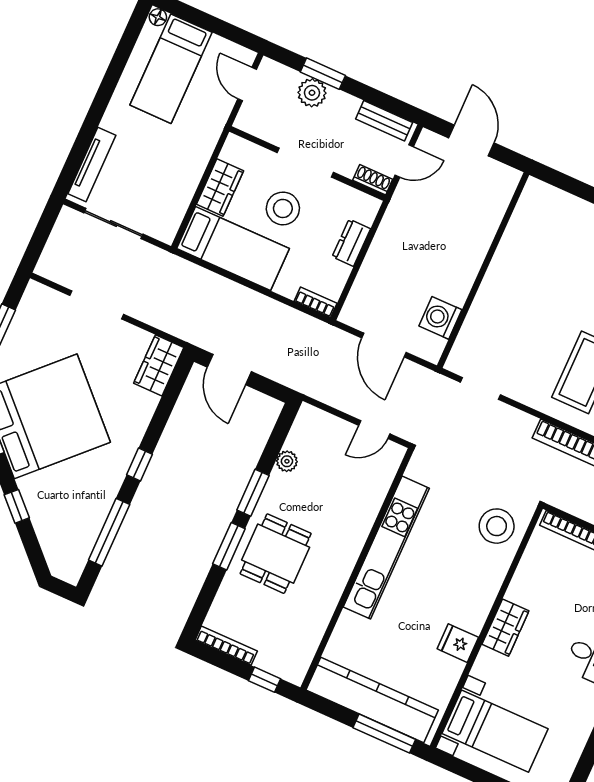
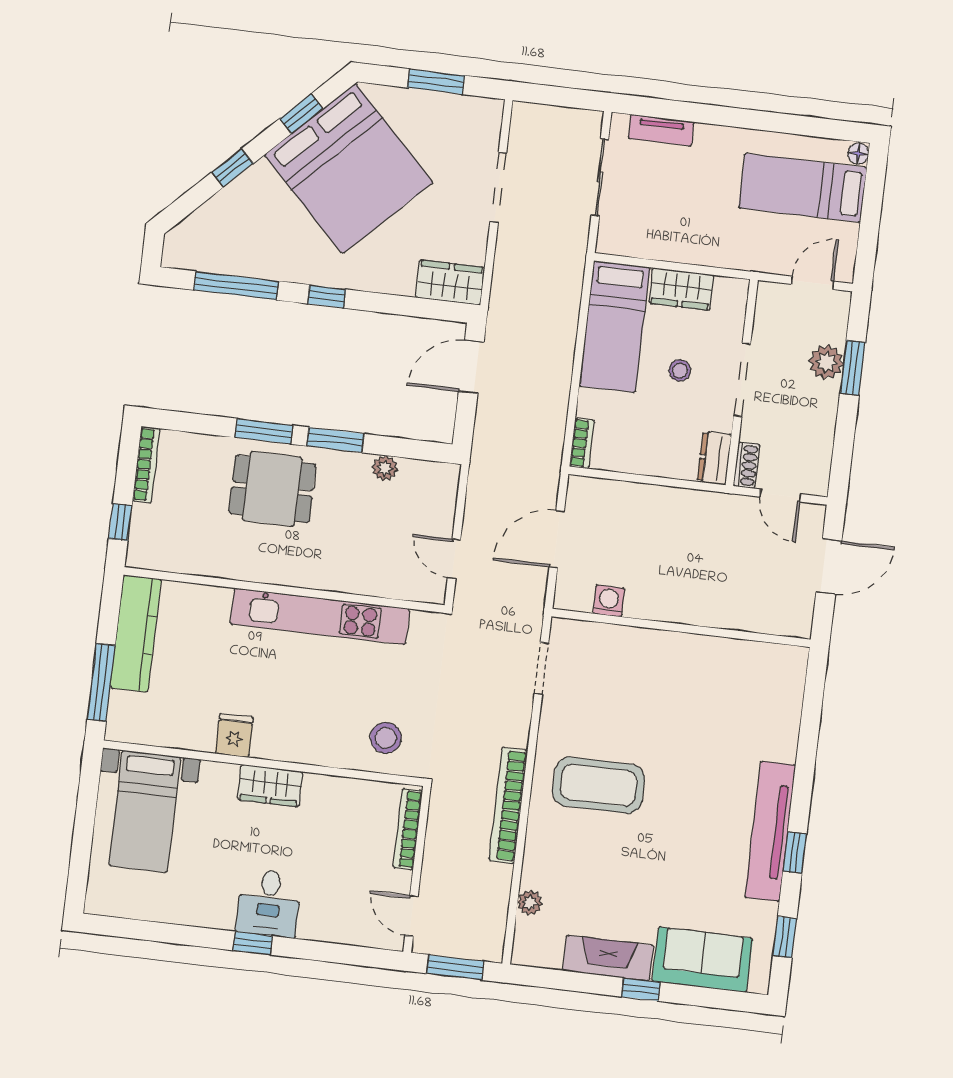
bench: (384, 121) -> (820, 457), removed
tv unit: (92, 165) -> (661, 130), width x0.71
stool: (283, 208) -> (680, 370), width x0.53, depth x0.53
dresser: (351, 243) -> (714, 458), moved, turned -90
washing machine: (440, 318) -> (609, 601), width x0.73, depth x0.73
stool: (497, 526) -> (386, 738), width x0.73, depth x0.73
kitchen counter: (372, 700) -> (136, 633), width x0.72, depth x0.86

